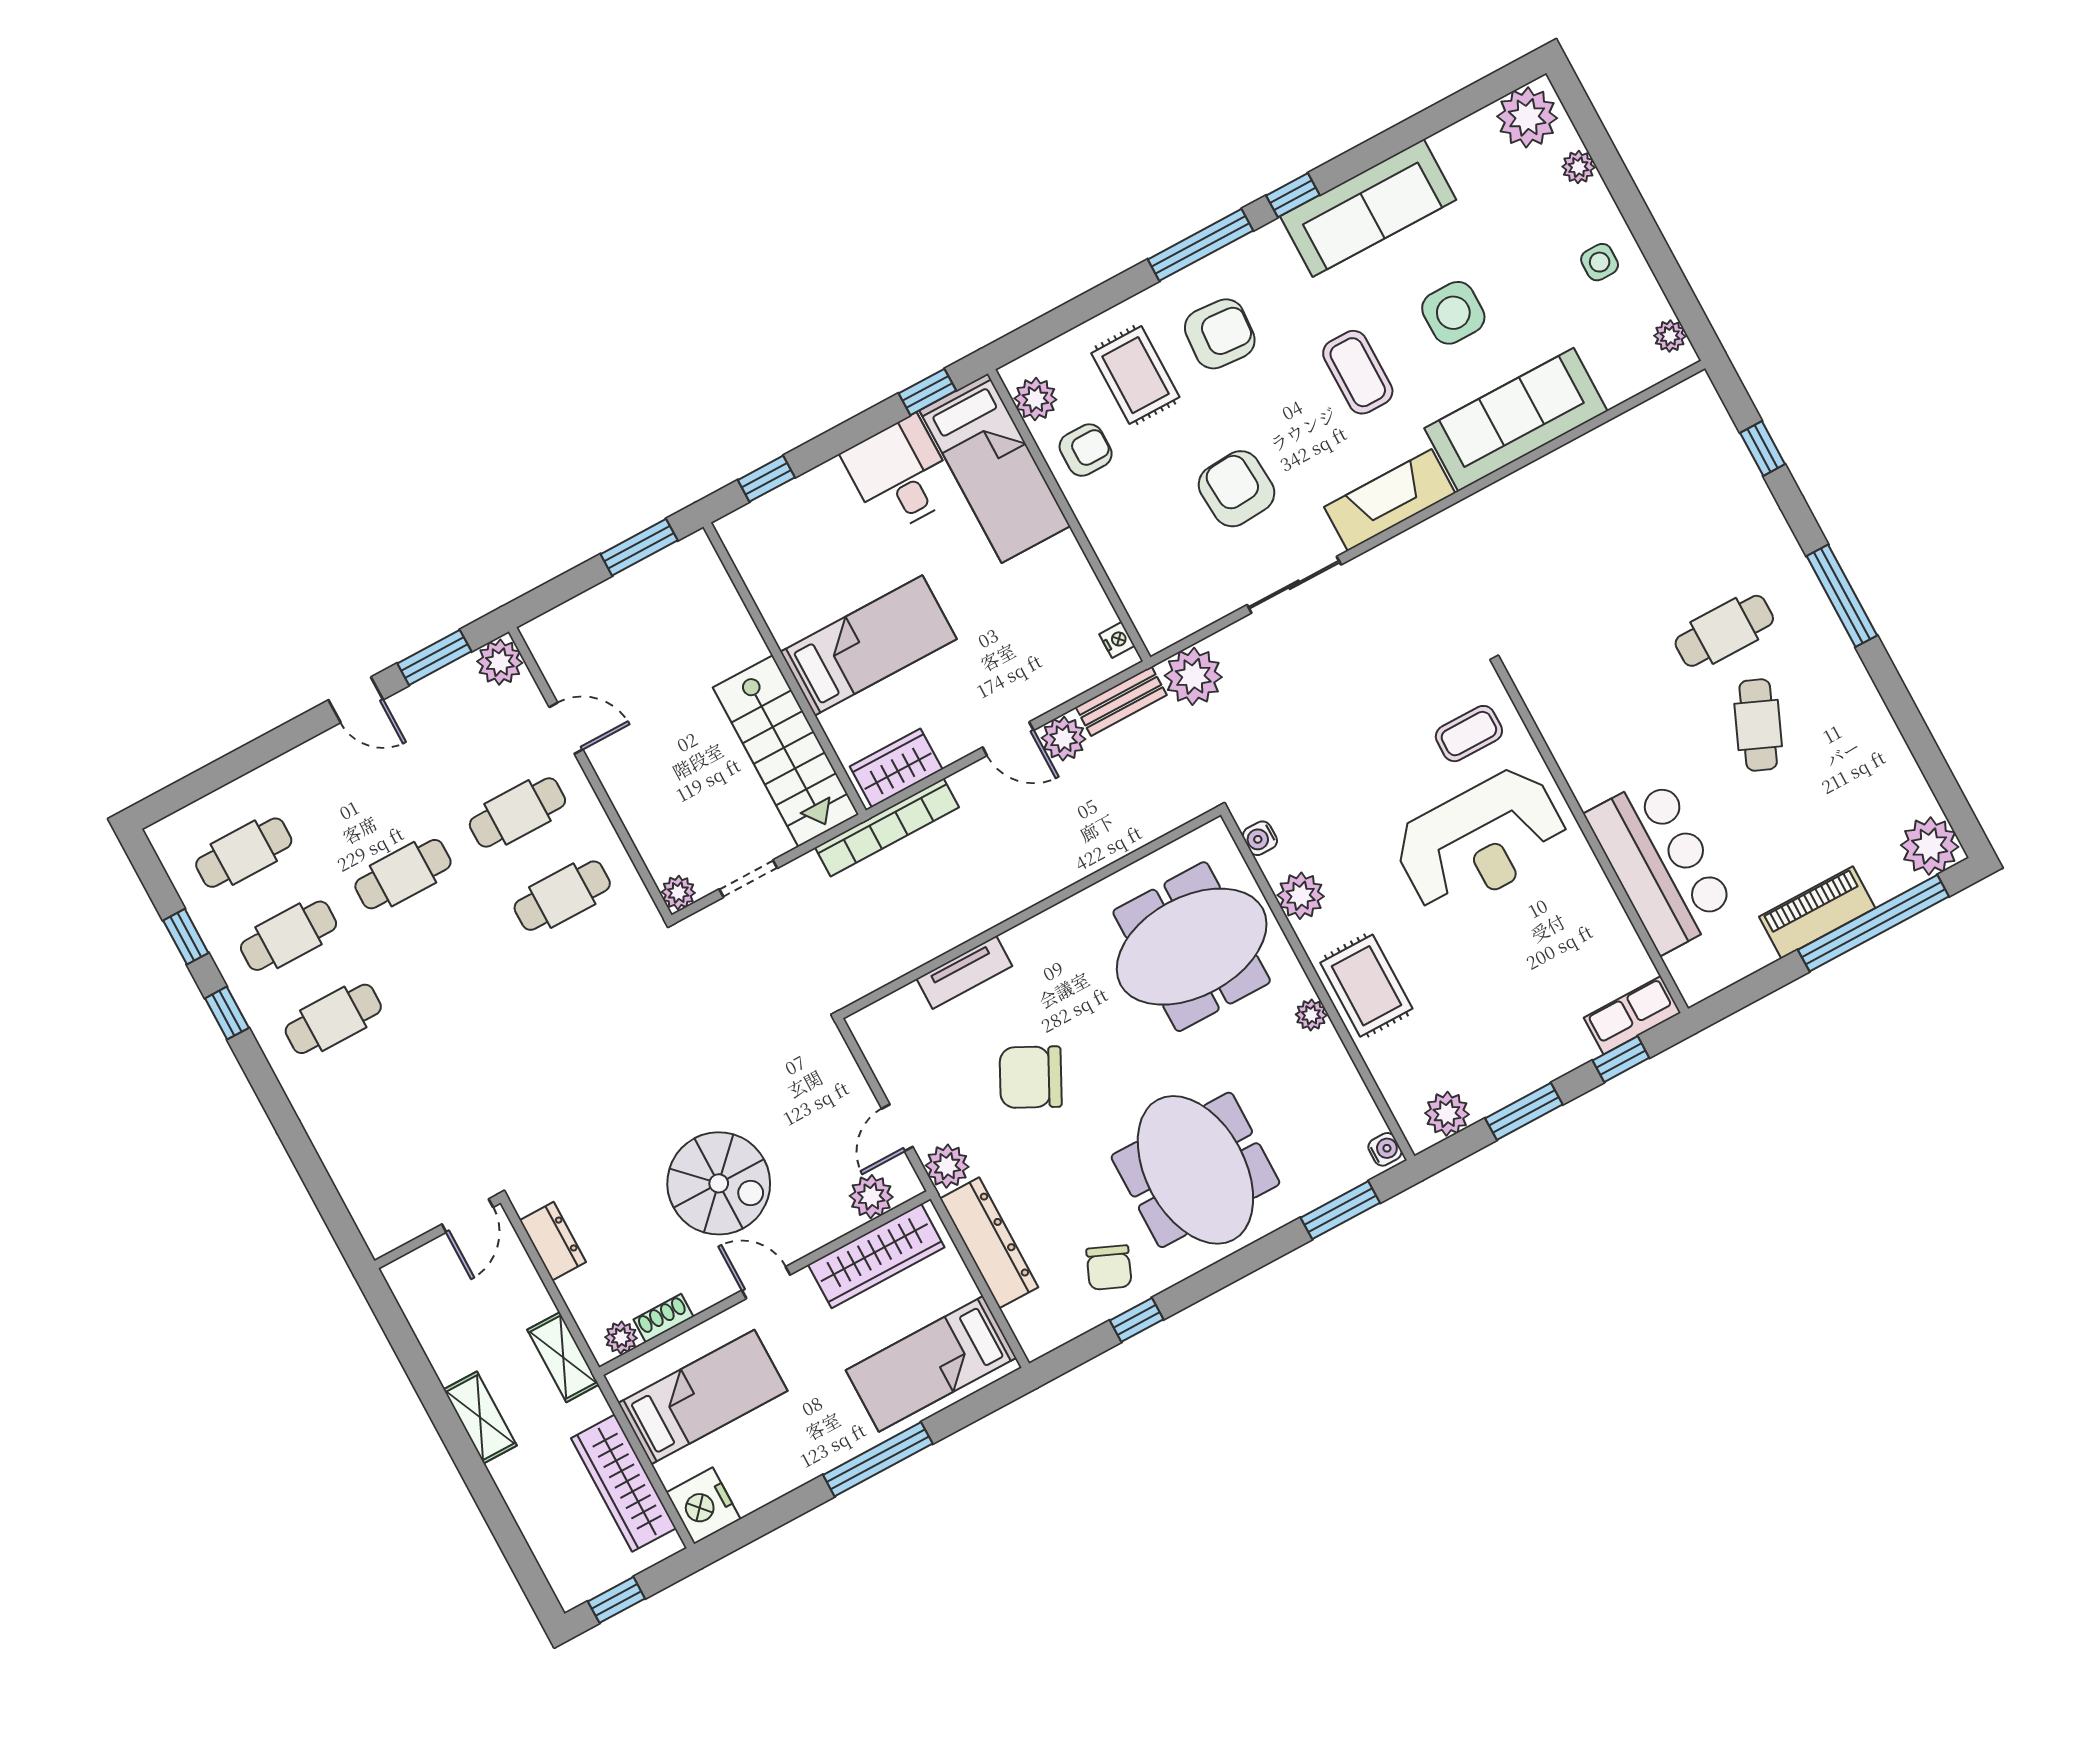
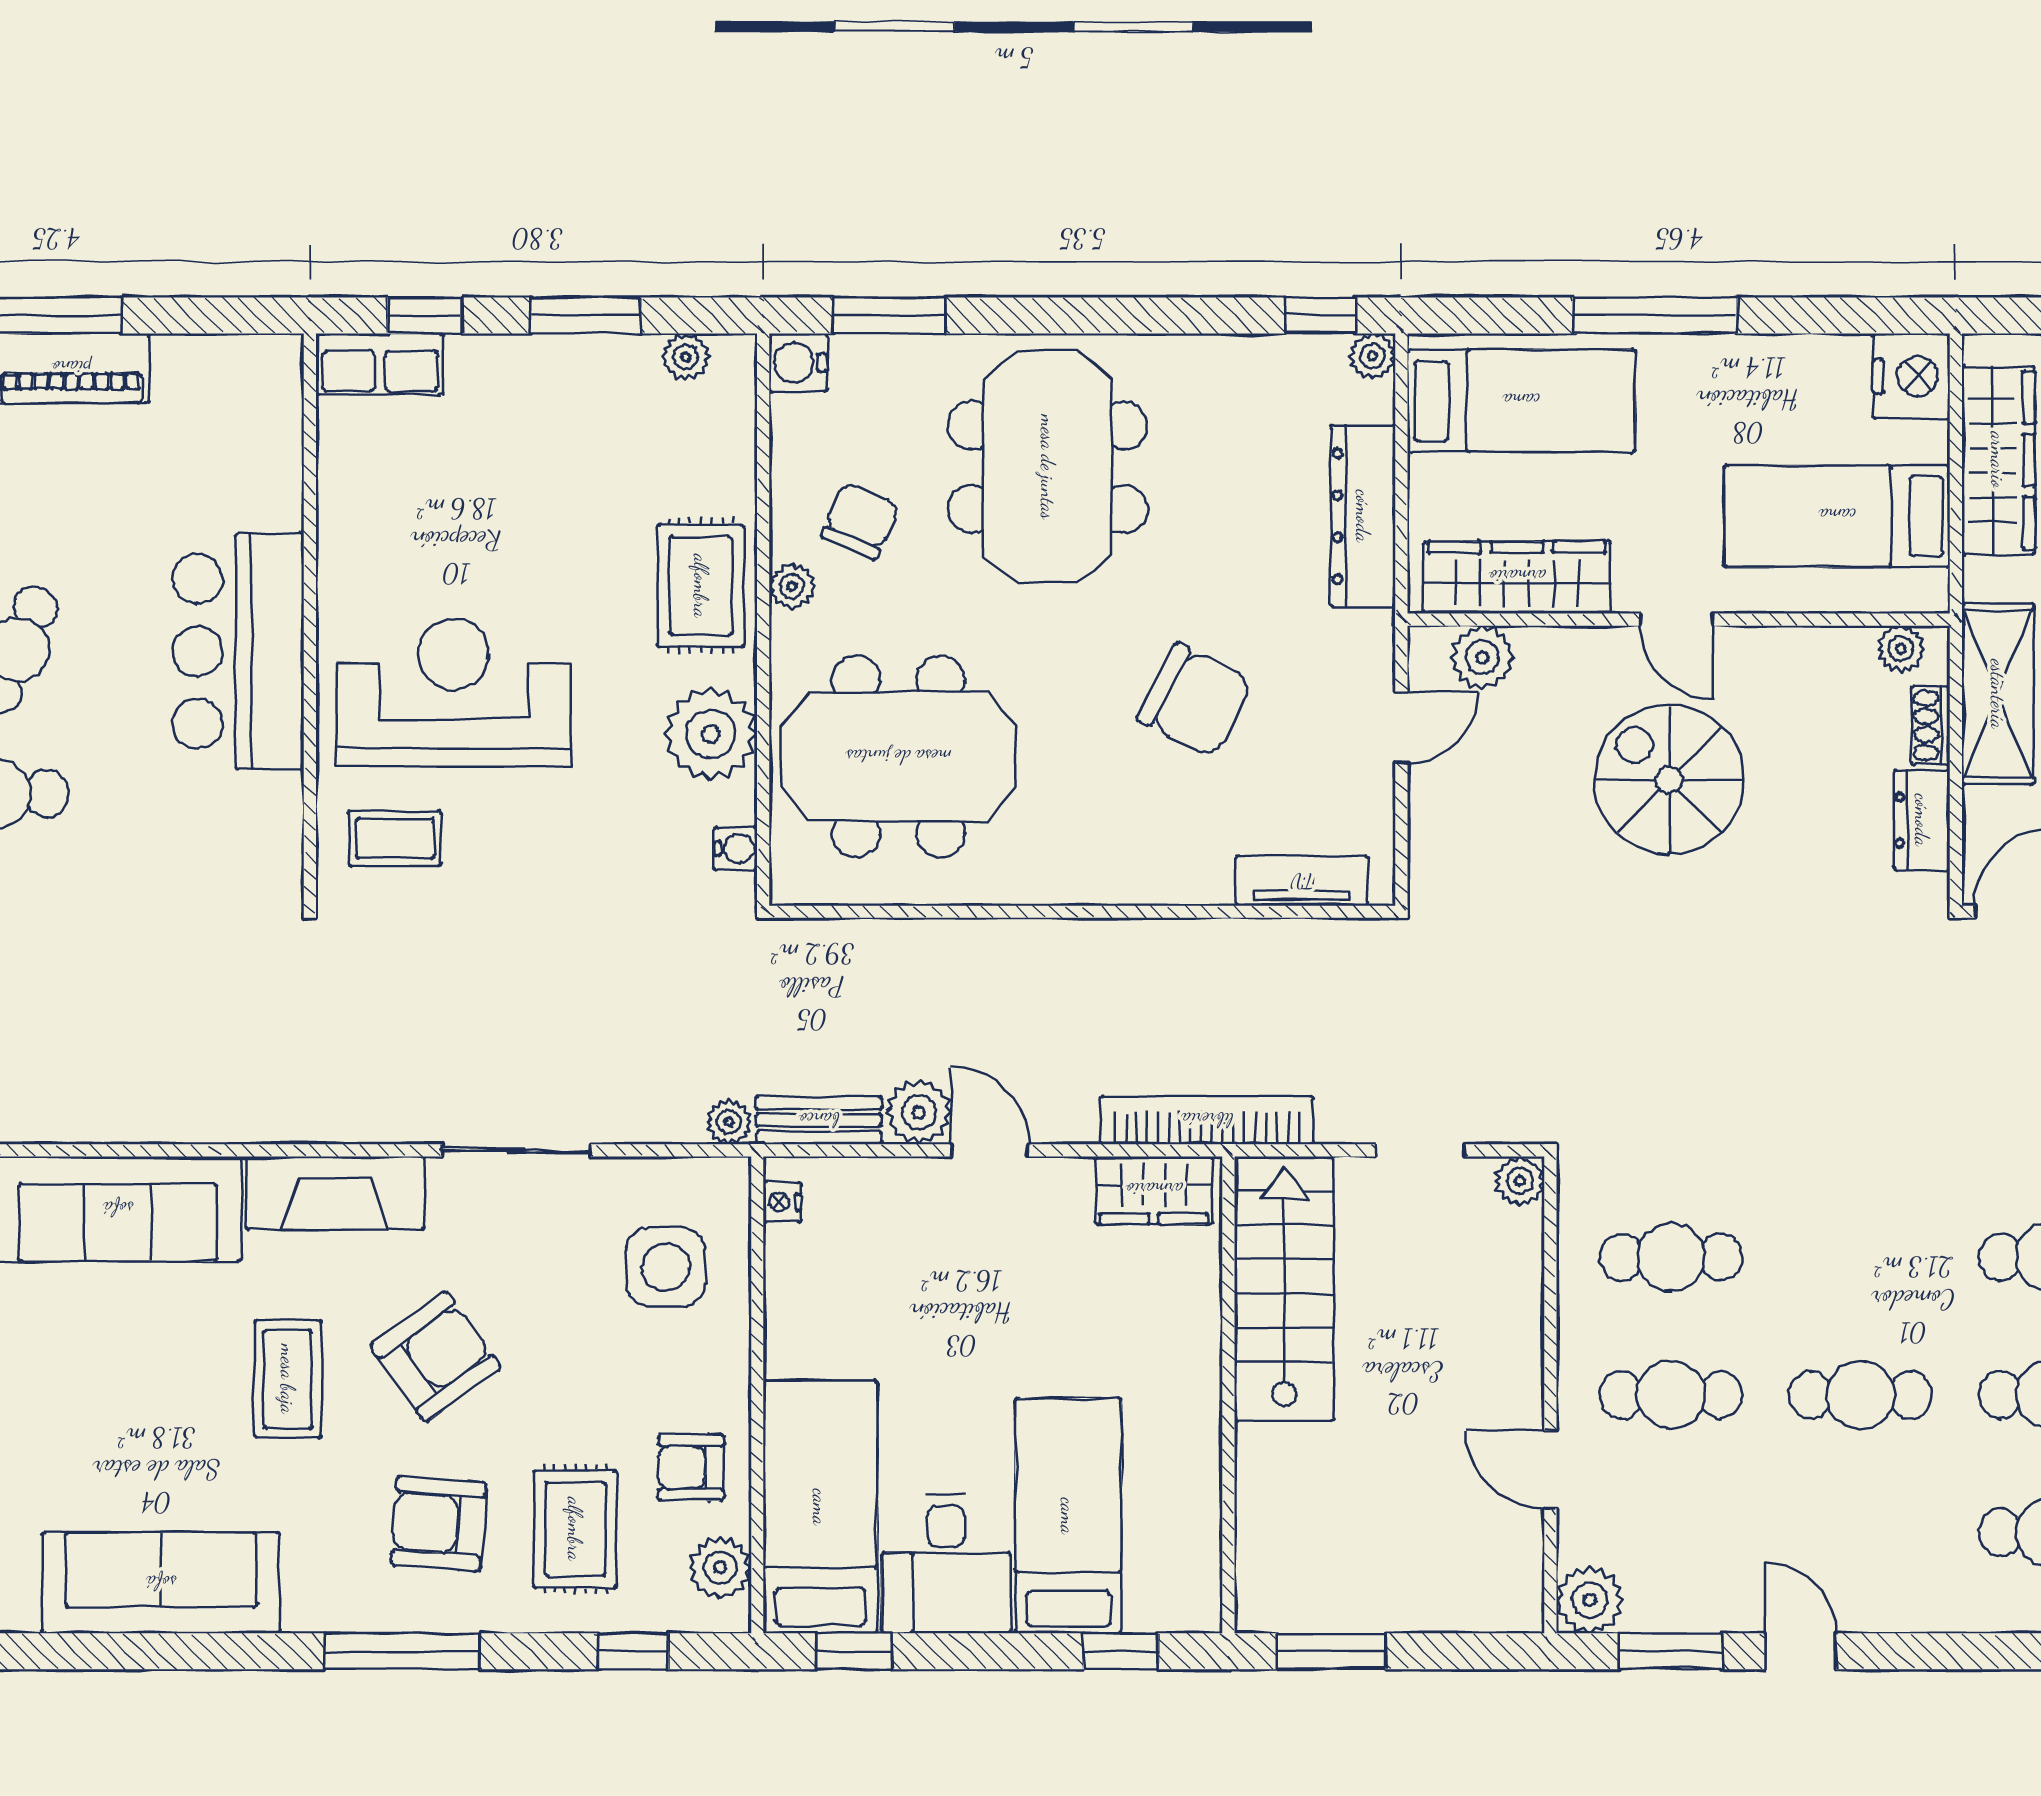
window: (1293, 195) -> (634, 1651), moved
side table: (1453, 313) -> (666, 1267), moved
armchair: (1236, 489) -> (435, 1356), moved, turned -122
bed: (869, 645) -> (1068, 1516), moved, turned 90
plant: (1193, 676) -> (729, 1122), width x0.53, depth x0.53
bar counter: (1661, 864) -> (238, 651), moved
plant: (1301, 896) -> (711, 734), width x1.36, depth x1.36
tv unit: (964, 972) -> (1302, 881), moved
plant: (1447, 1114) -> (686, 357), width x0.73, depth x0.73
water cooler: (1385, 1149) -> (798, 363), width x1.38, depth x1.38
plant: (947, 1166) -> (1372, 356), moved, width x0.73, depth x0.73
chair: (1109, 1268) -> (860, 521), moved
shoe rack: (663, 1318) -> (1931, 726), moved, turned 90
window: (1137, 1320) -> (1320, 315), moved
shelving: (563, 1357) -> (1998, 694), width x1.50, depth x1.33

